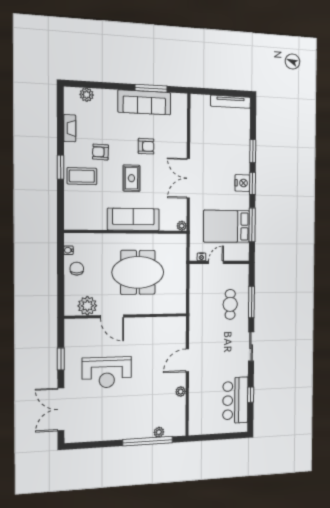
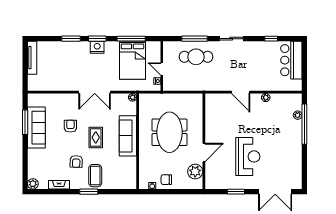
plant: (87, 95) -> (33, 184), moved
rug: (131, 178) -> (96, 137), turned 90
cafe table: (230, 304) -> (196, 57), width x1.37, depth x1.35
bar counter: (235, 400) -> (291, 60), moved, turned 90

